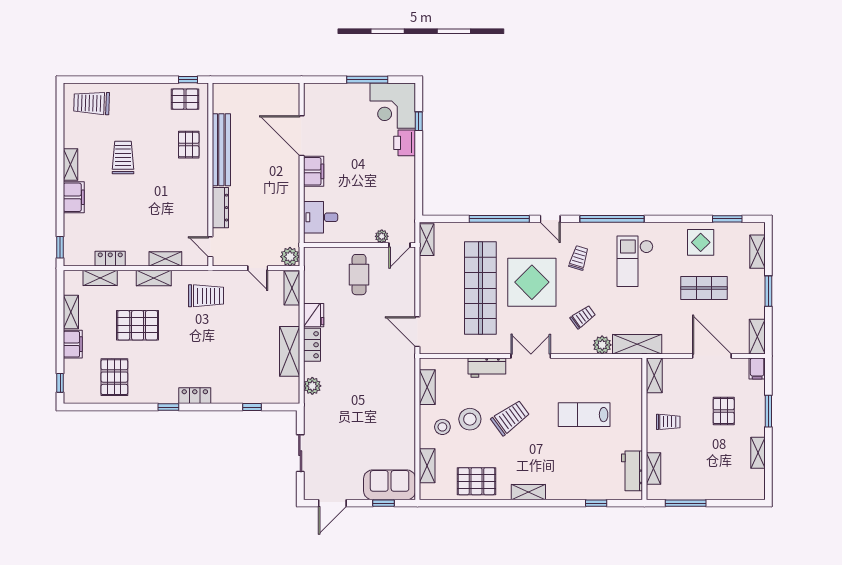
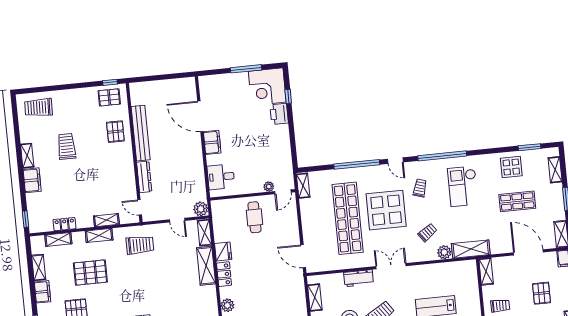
shelving: (290, 351) -> (206, 266), moved

